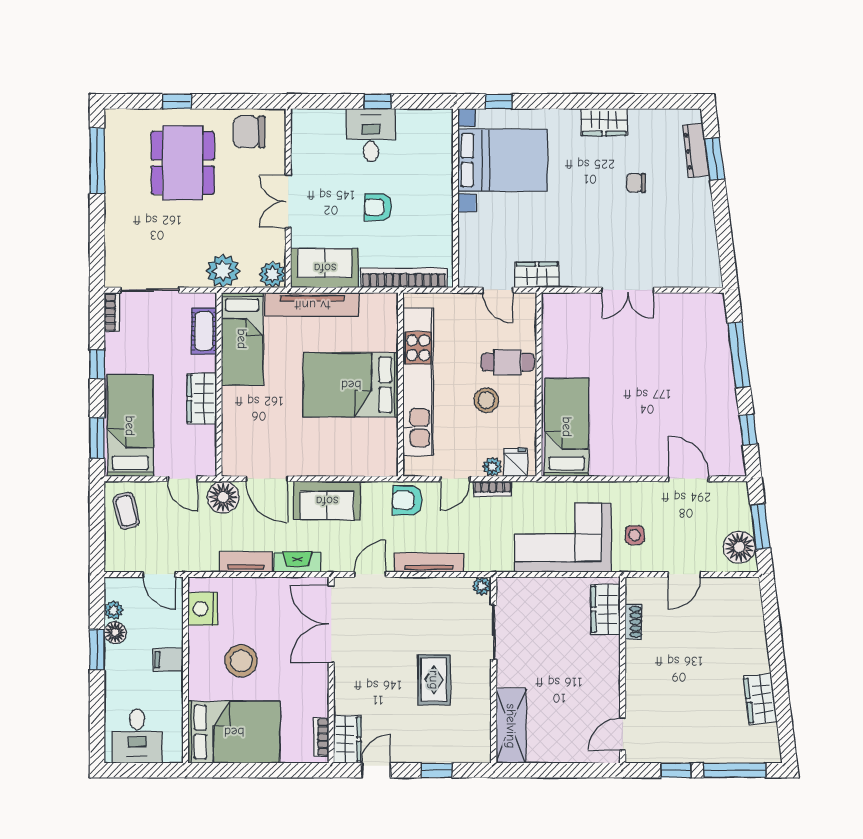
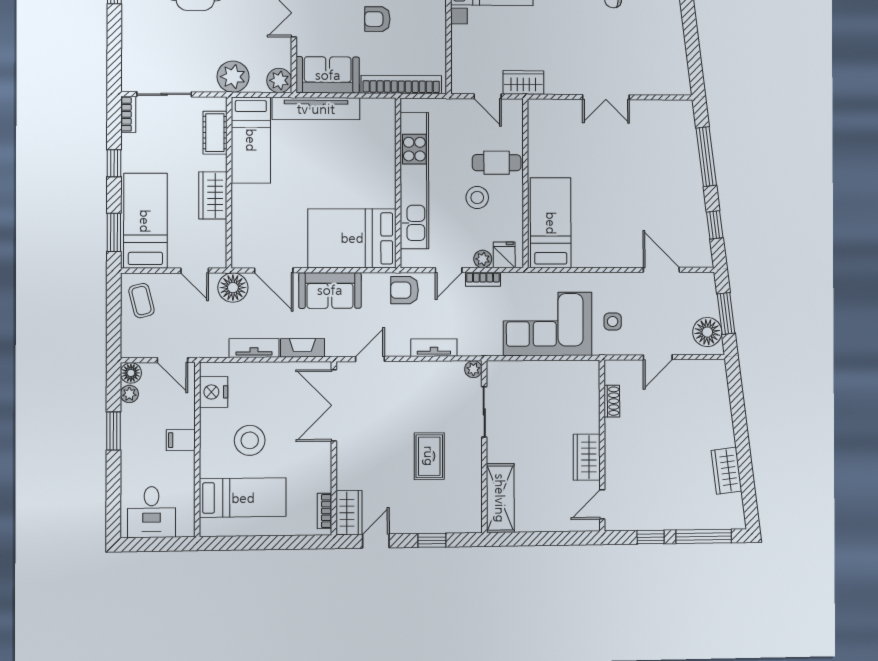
bed: (351, 385) -> (352, 238), moved
tv unit: (429, 562) -> (434, 348), width x0.71
wardrobe: (606, 609) -> (587, 457), moved
floor lamp: (115, 632) -> (131, 373), moved
bed: (234, 732) -> (243, 498), width x0.67

